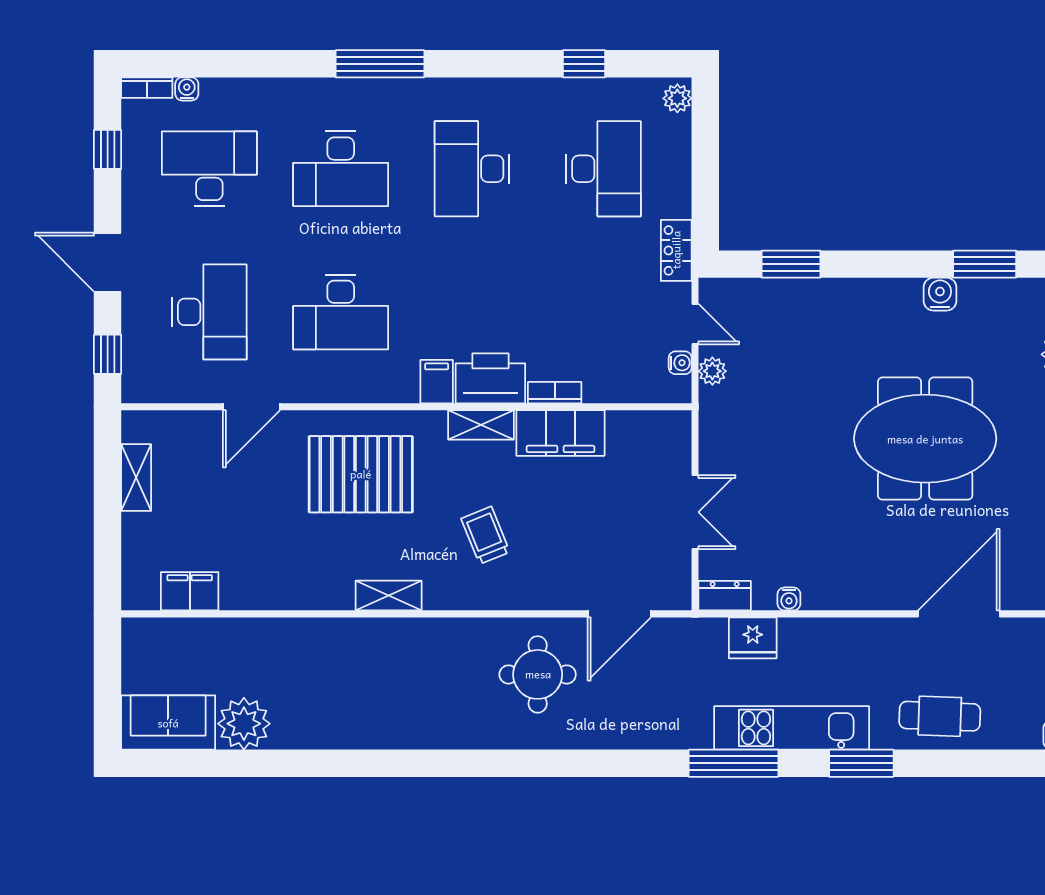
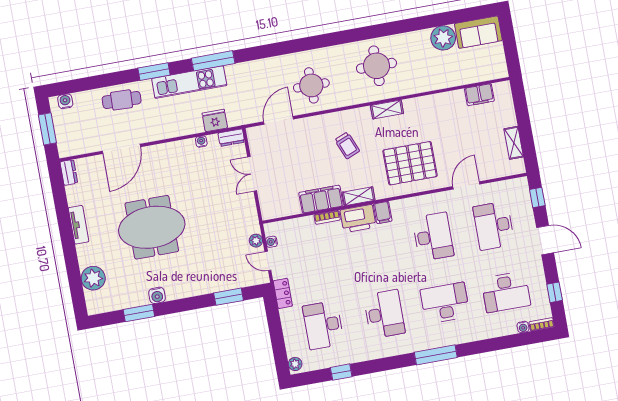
desk: (341, 312) -> (433, 237), turned 90
round table: (394, 691) -> (376, 66), added

